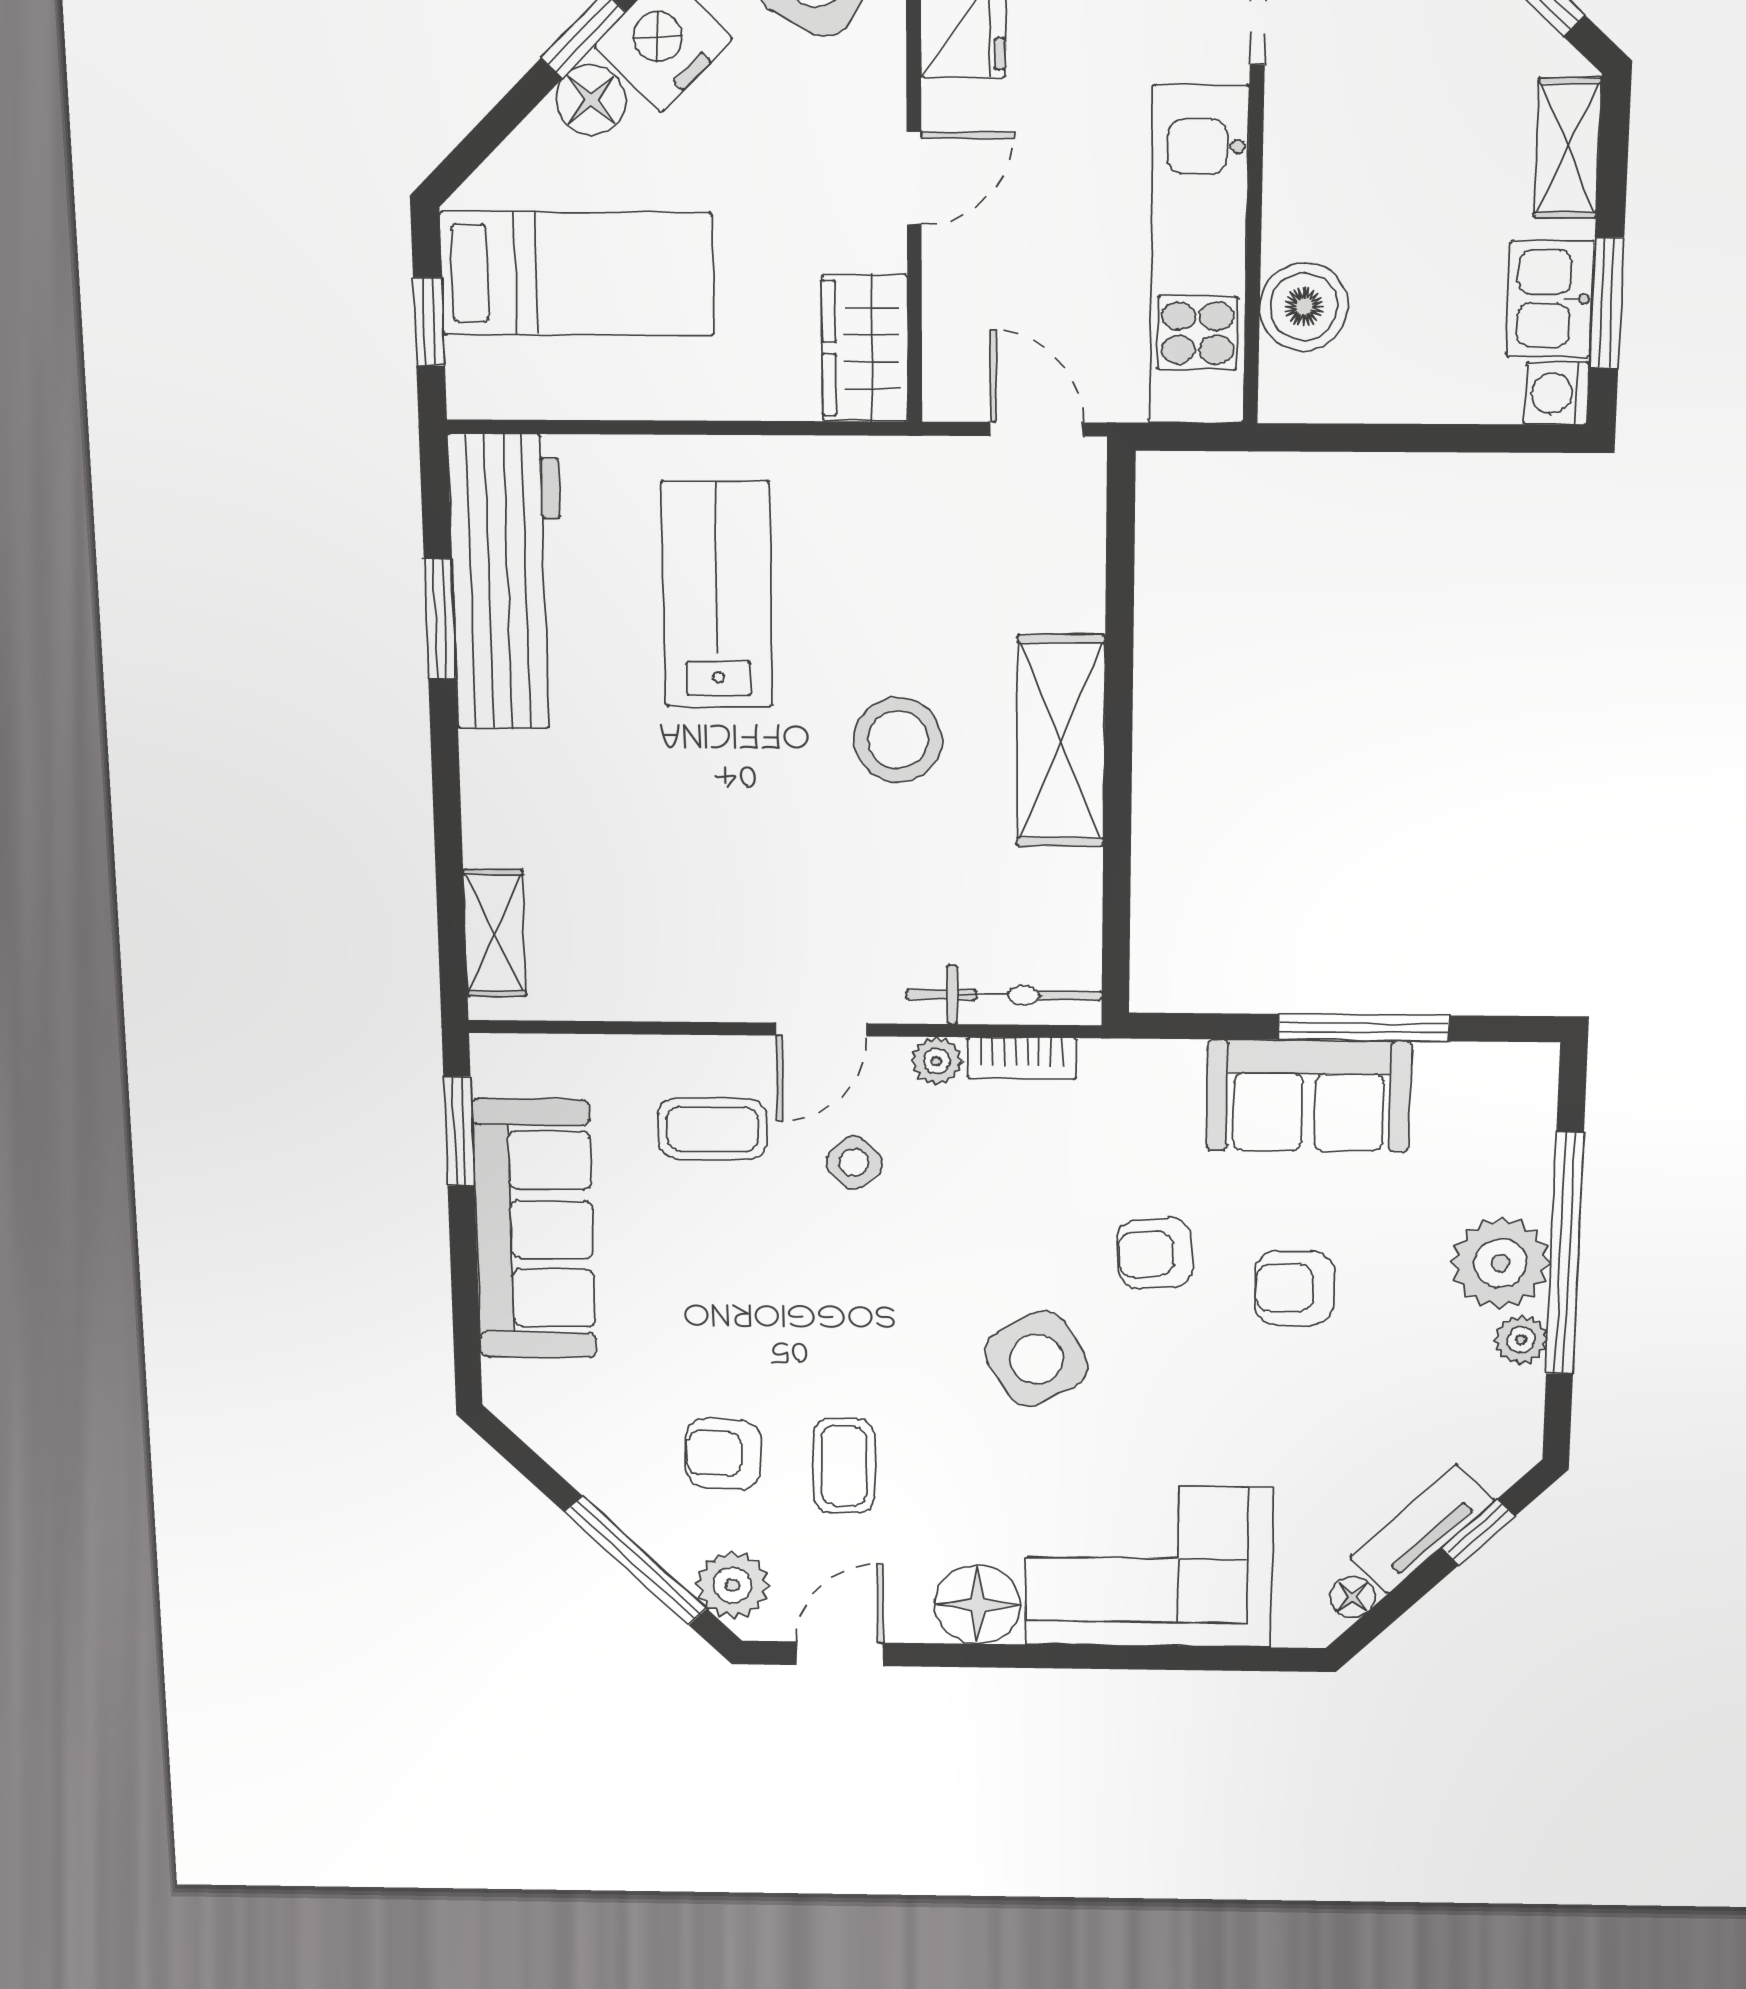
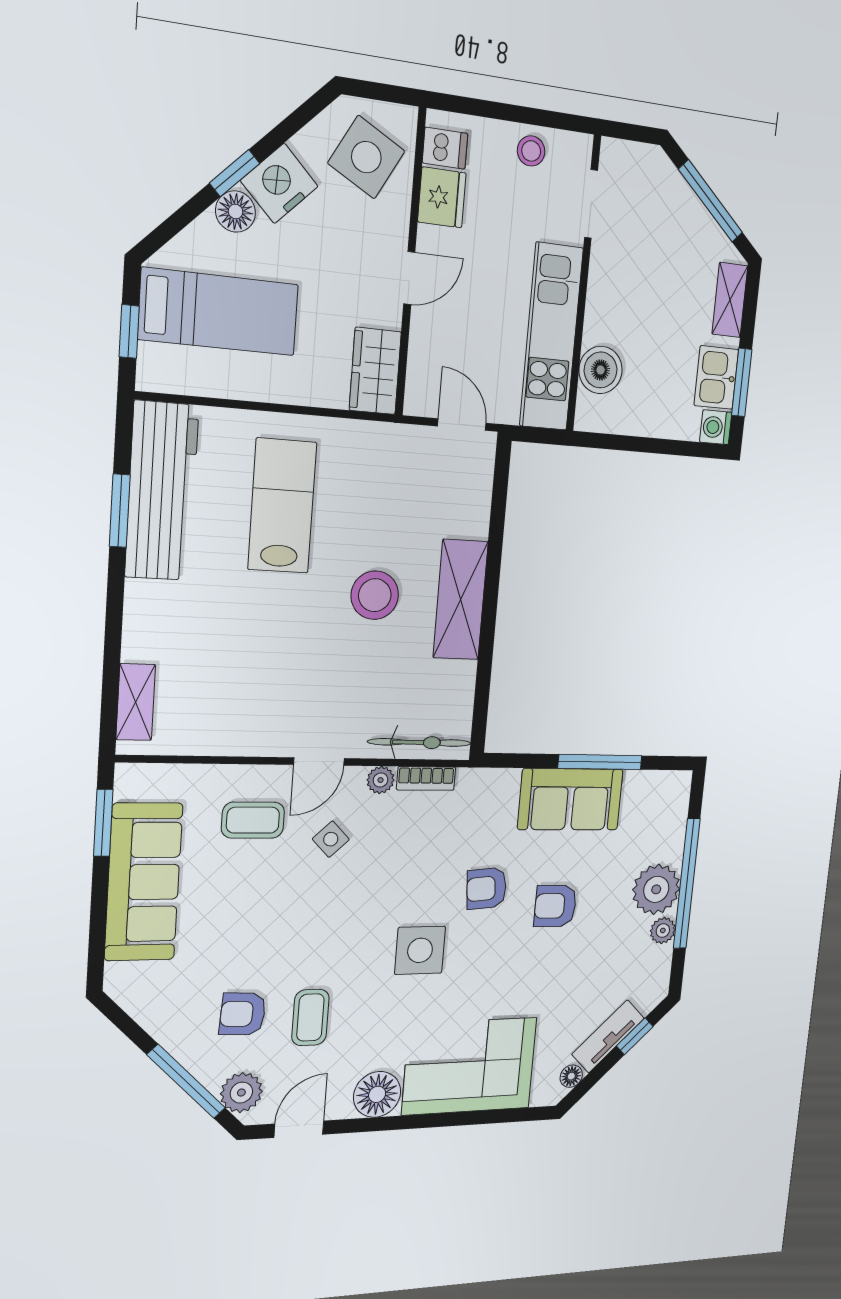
side table: (1036, 1359) -> (420, 950), turned 30

